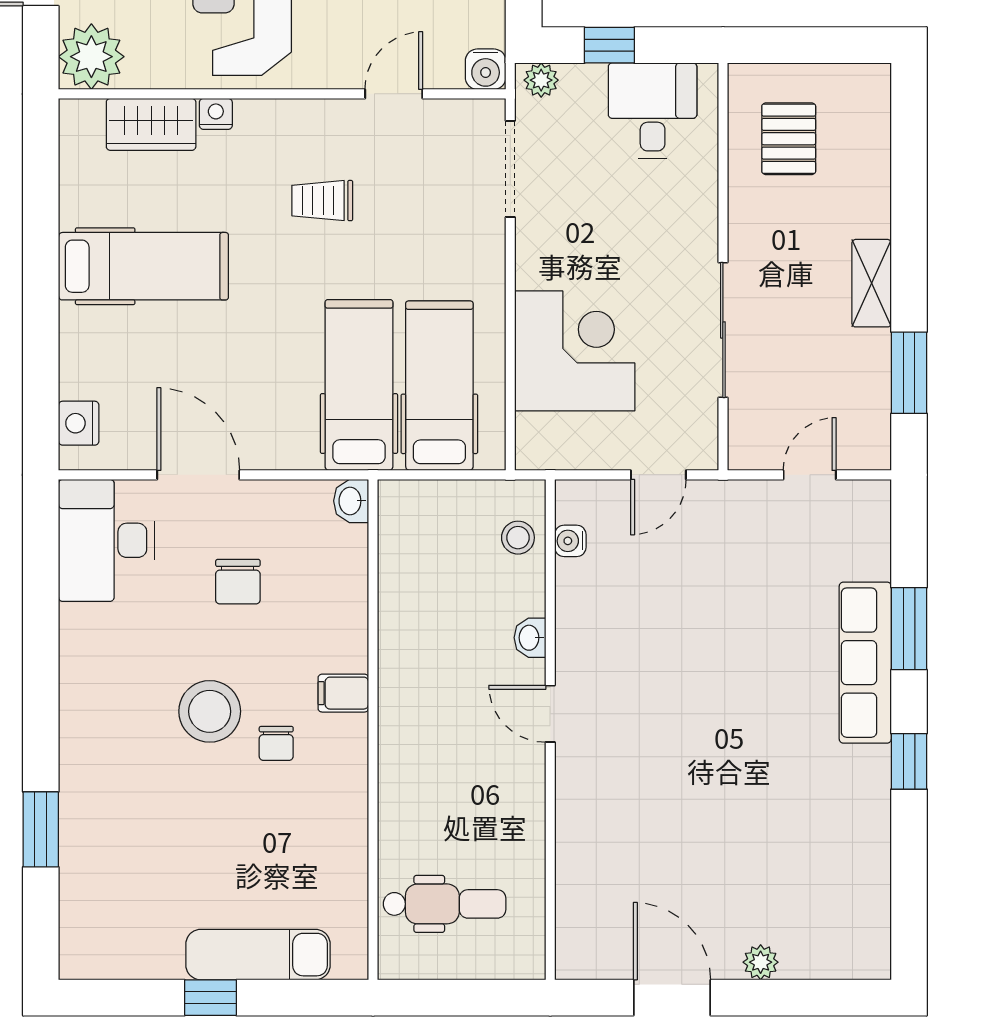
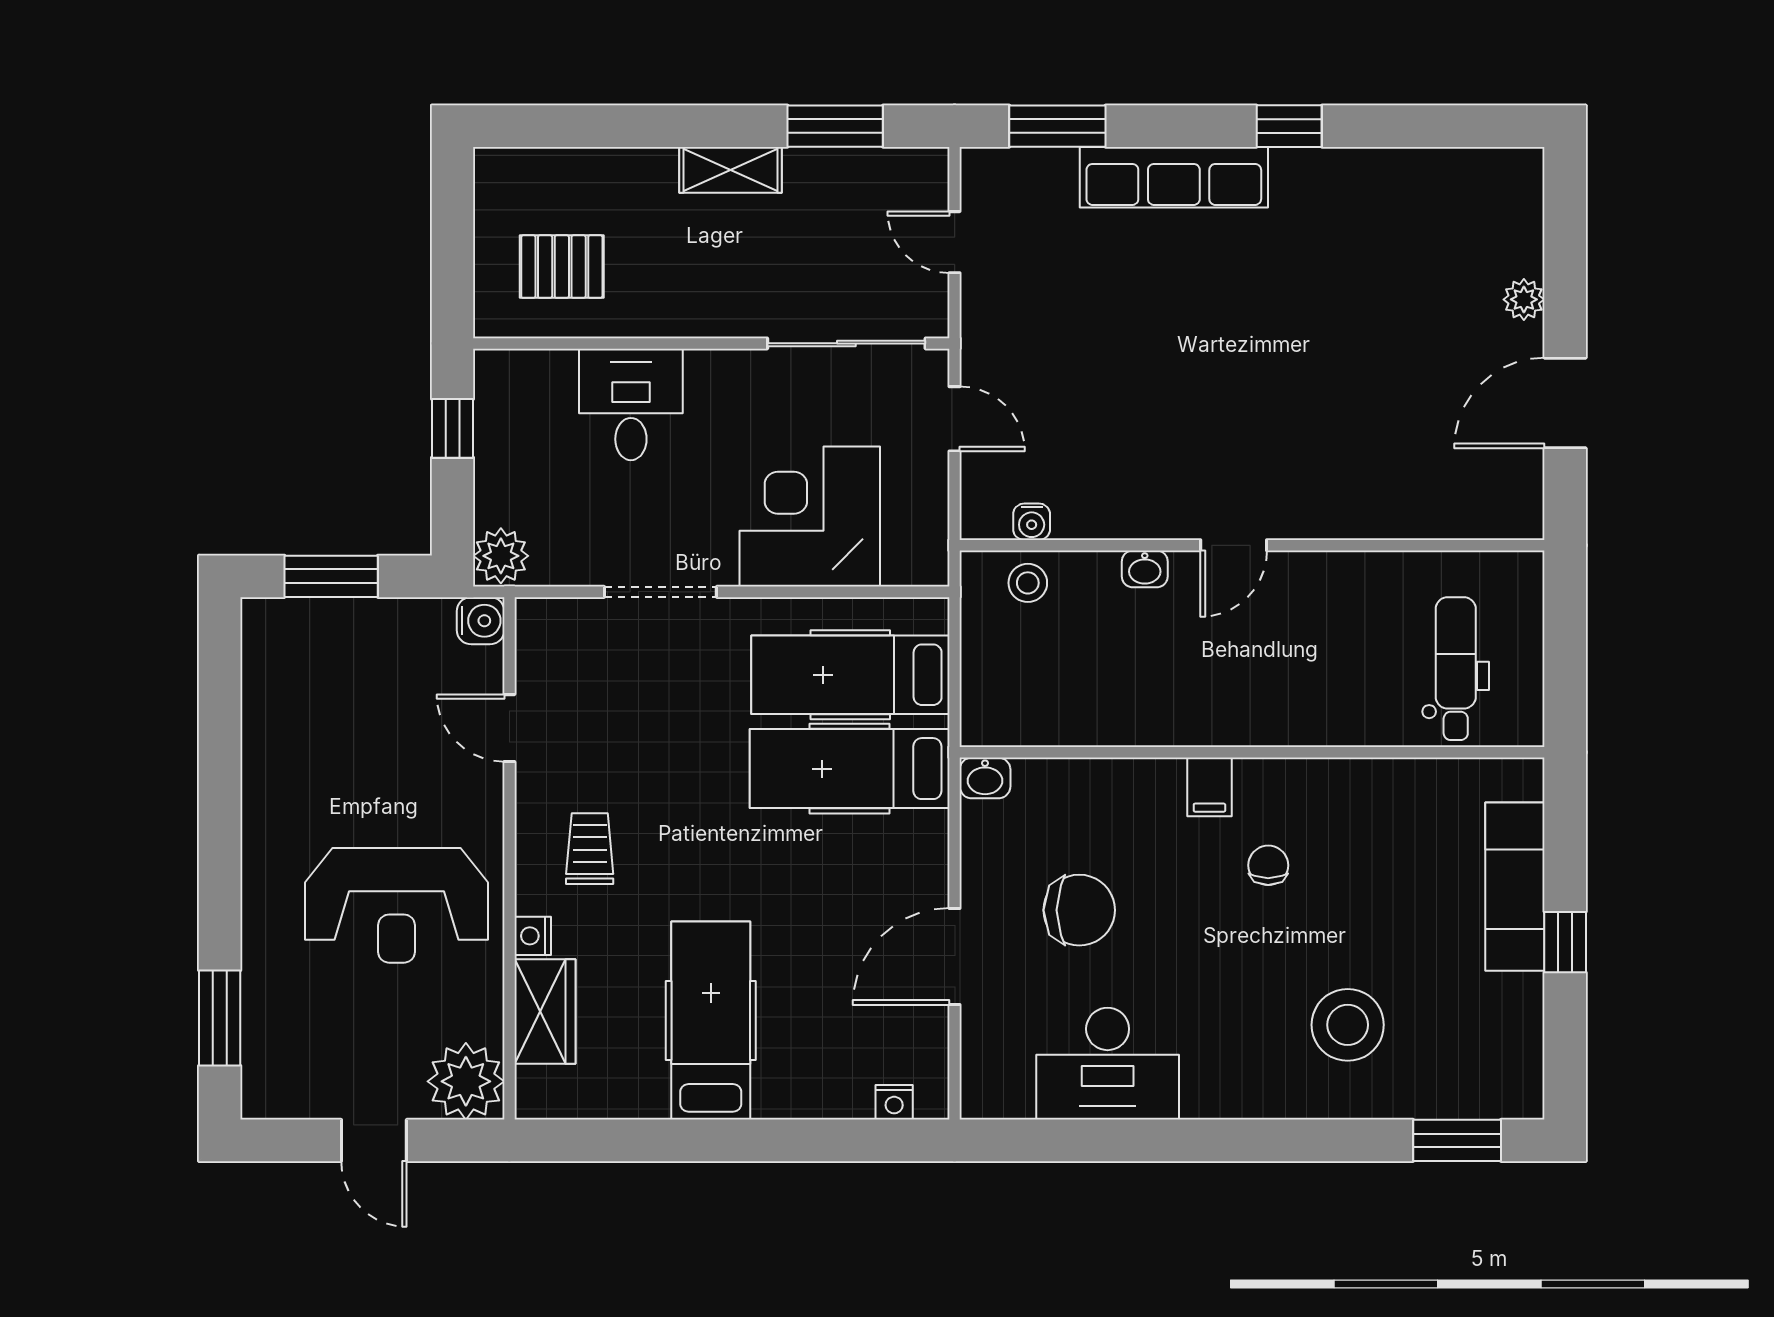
window: (609, 45) -> (453, 428), moved
plant: (541, 80) -> (501, 556), width x1.38, depth x1.38
desk: (653, 111) -> (631, 404), moved, turned 90
doorway: (510, 169) -> (660, 592), moved
trolley: (322, 201) -> (590, 849), moved, turned 180
sliding door: (723, 330) -> (846, 343), moved
nightstand: (79, 423) -> (894, 1102), width x0.72, depth x0.74
desk: (106, 540) -> (1108, 1064), moved
chair: (238, 582) -> (1079, 910), width x1.37, depth x1.37
window: (909, 629) -> (1057, 126), moved
stool: (210, 711) -> (1348, 1025), moved
chair: (276, 743) -> (1268, 865), turned -90
window: (41, 829) -> (1457, 1140), moved

